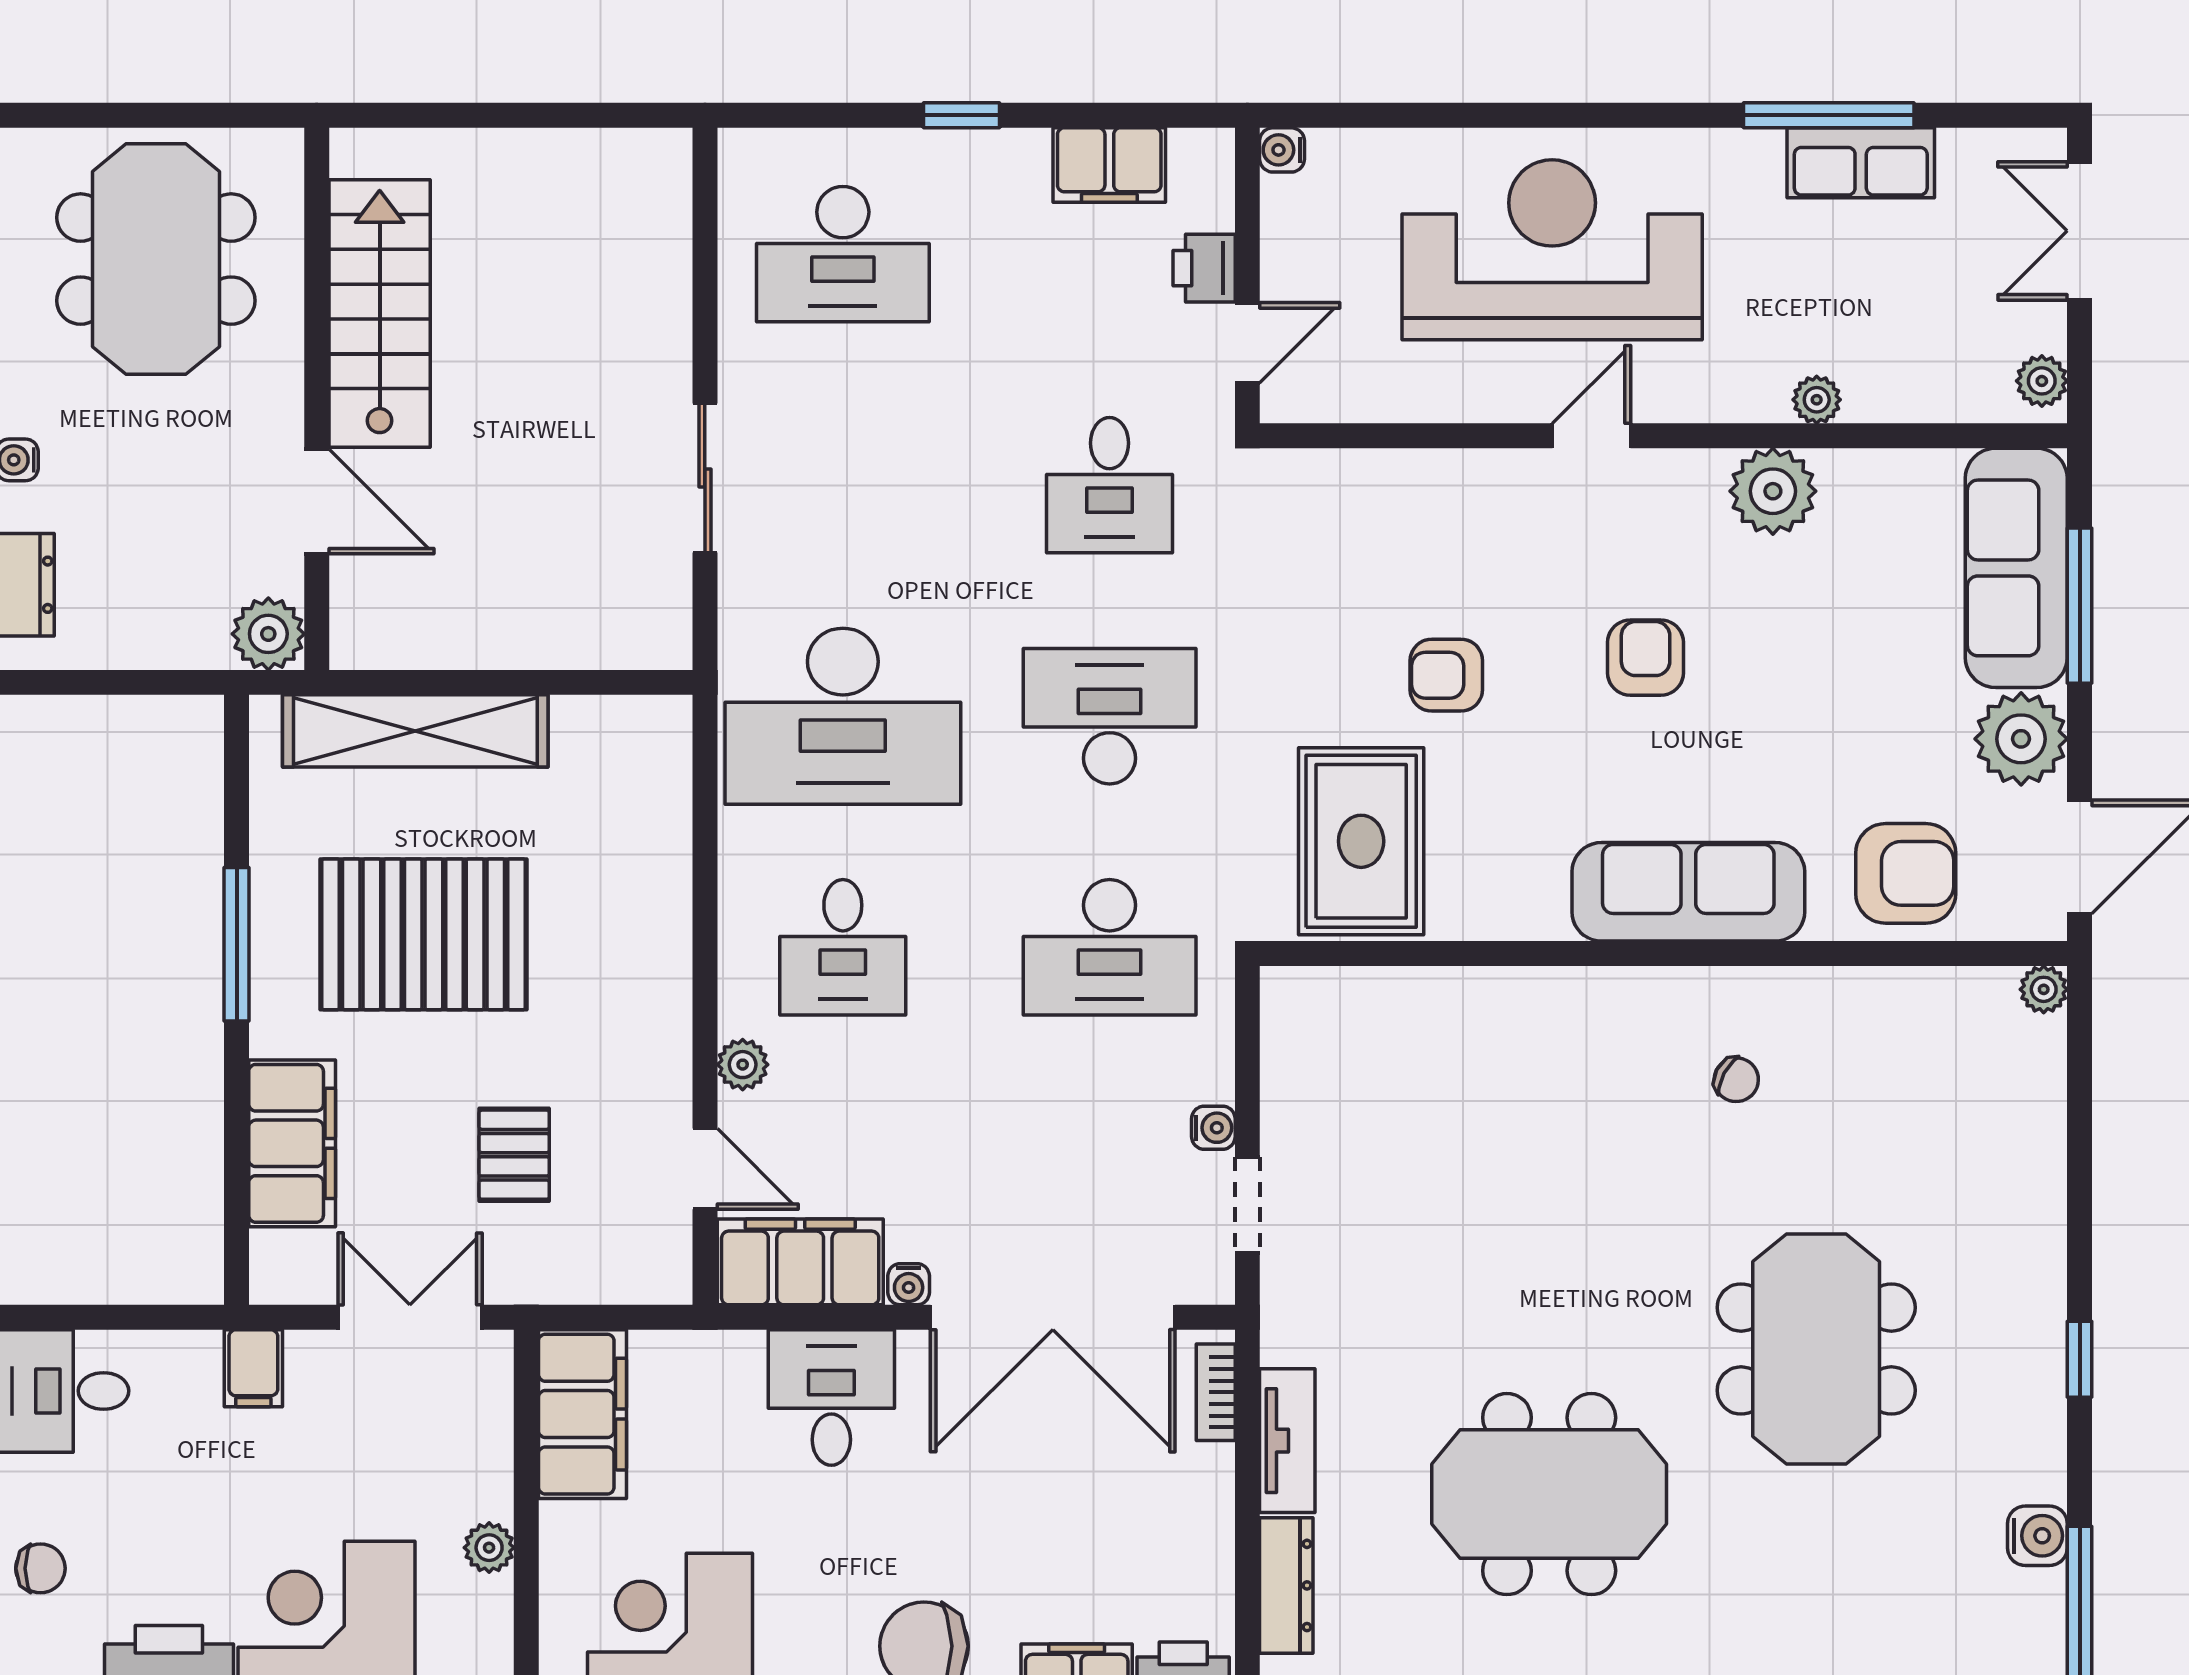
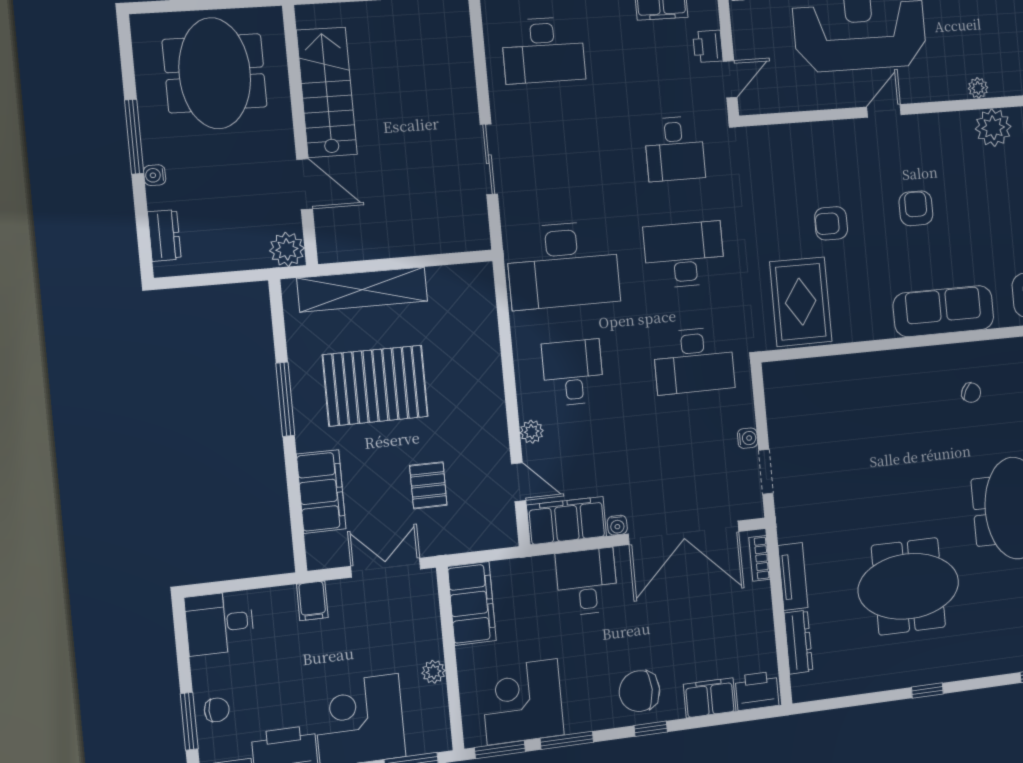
plant: (1773, 491) -> (993, 128), moved
desk: (843, 947) -> (573, 372), turned 180

